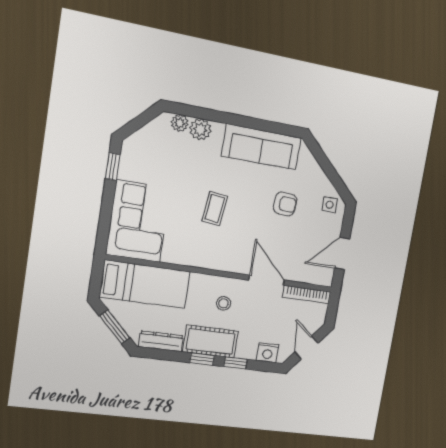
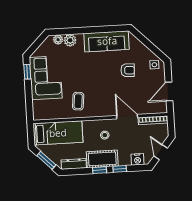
coffee table: (215, 209) -> (78, 101), moved
corner sofa: (138, 221) -> (46, 78), moved

